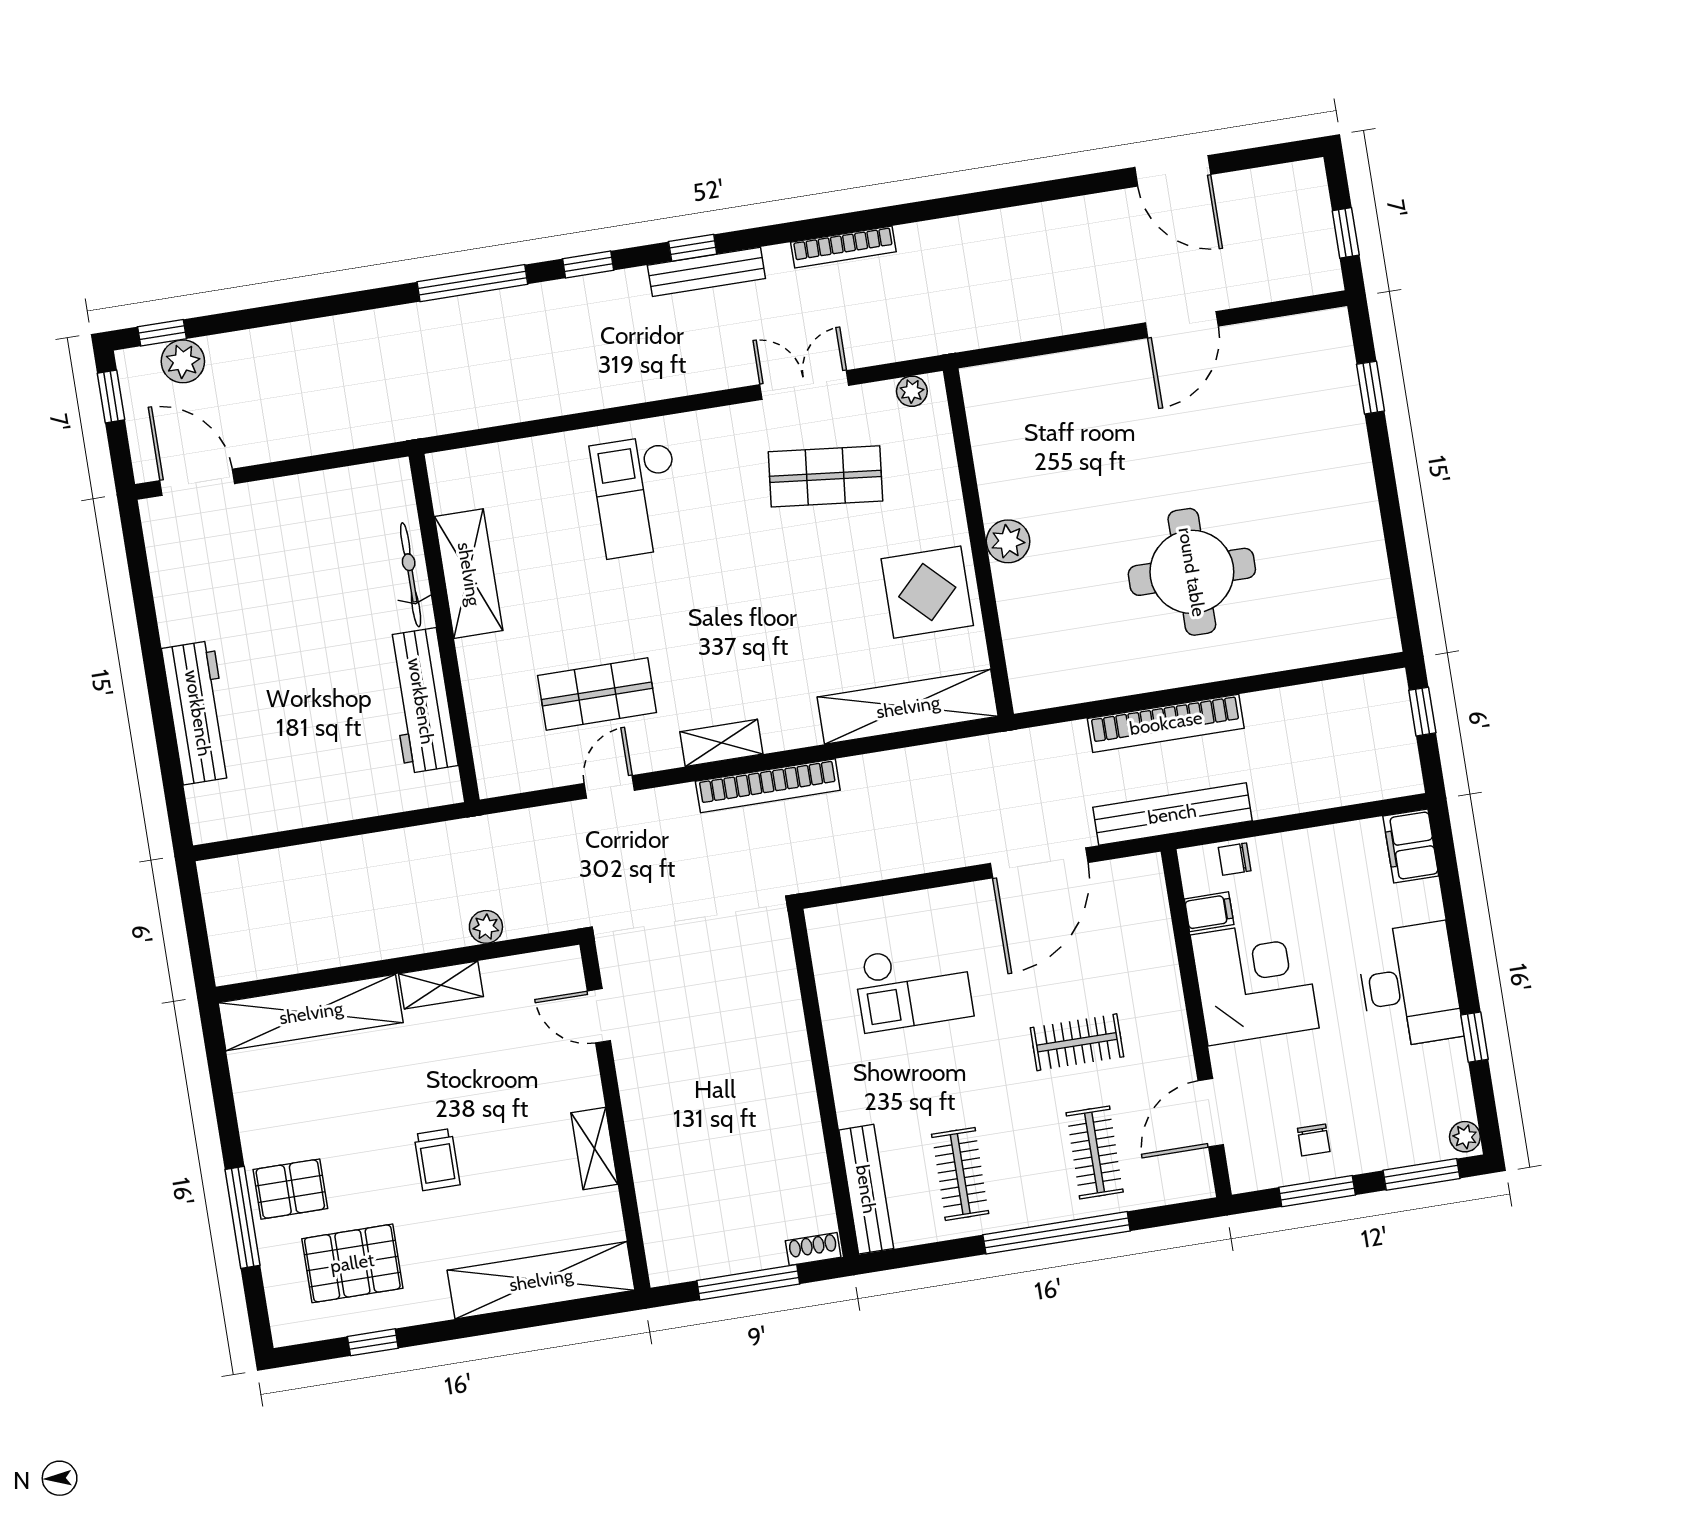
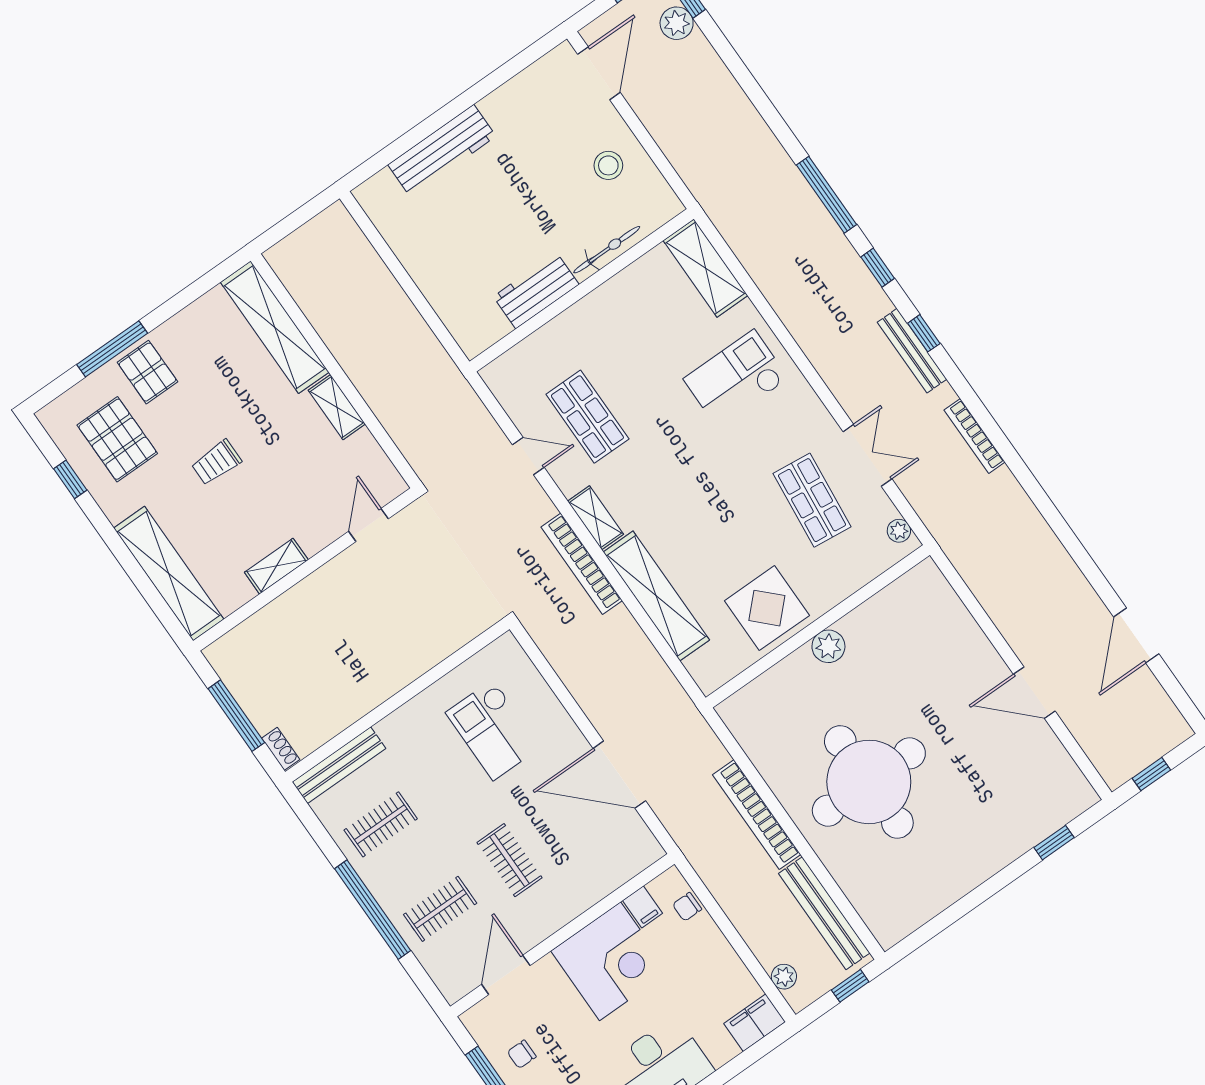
stool: (312, 524) -> (608, 165), added
round table: (1192, 572) -> (869, 782), width x1.36, depth x1.36
shelving: (469, 574) -> (705, 268), moved, turned 90
workbench: (421, 701) -> (536, 290), width x0.73
shelving: (908, 707) -> (656, 596), moved
bench: (1172, 814) -> (824, 913), moved
chair: (1235, 859) -> (687, 907), turned -90
plant: (486, 927) -> (784, 977), moved
door: (1211, 1113) -> (506, 975), hinge flipped

